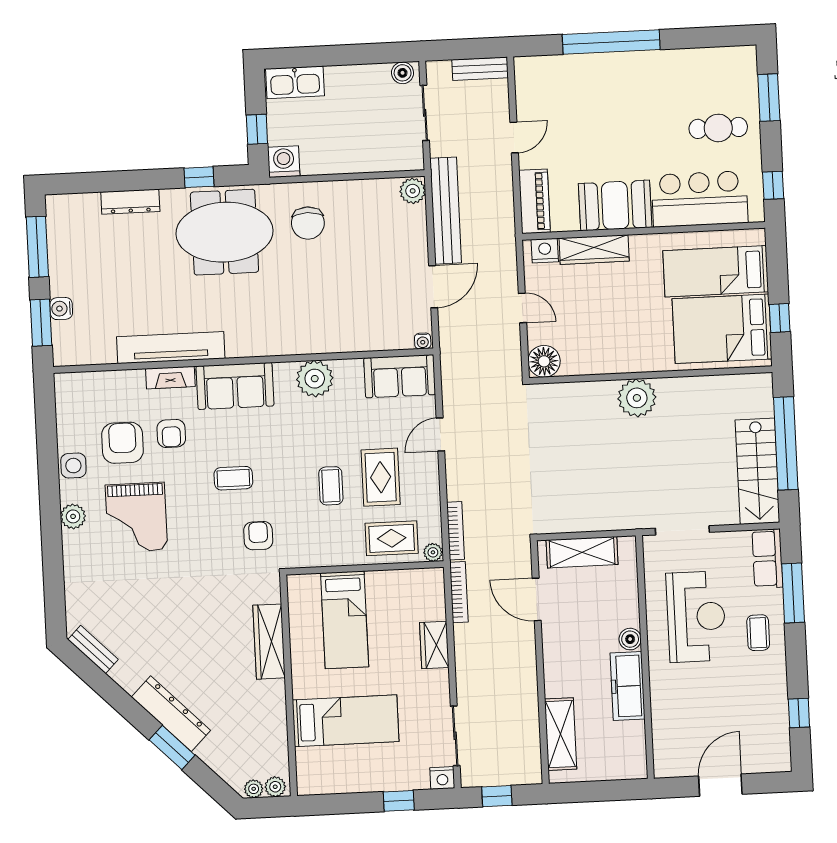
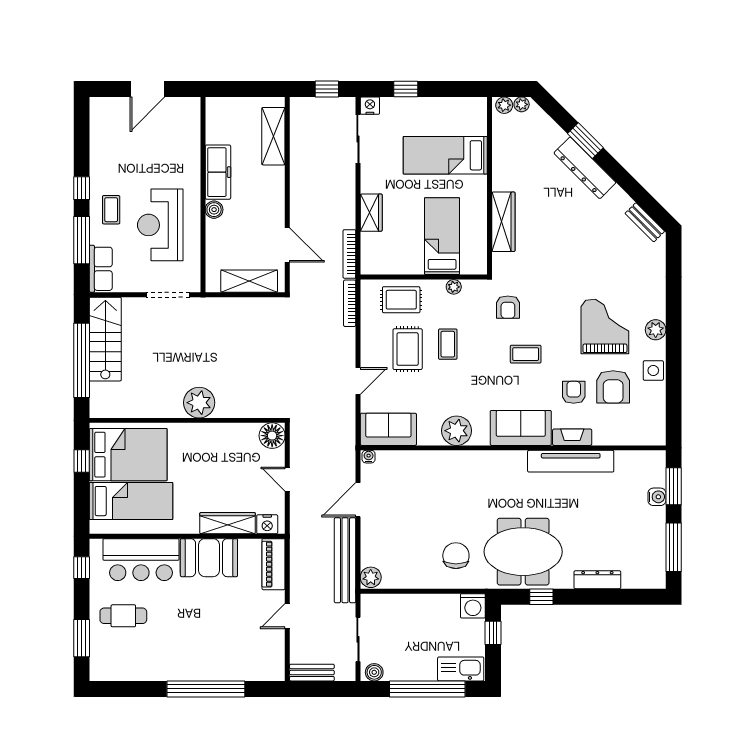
window: (335, 55) -> (427, 689), added
plant: (433, 552) -> (454, 287), moved
window: (799, 713) -> (82, 188), moved

